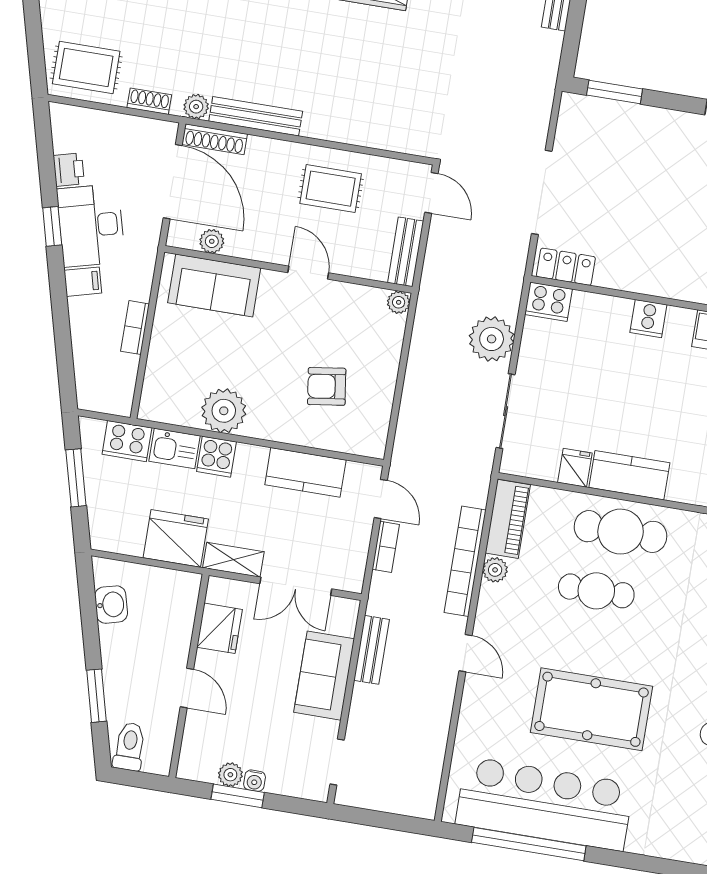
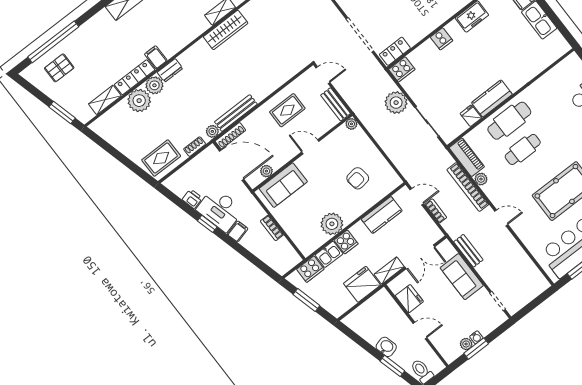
washbasin: (111, 605) -> (386, 347), moved

